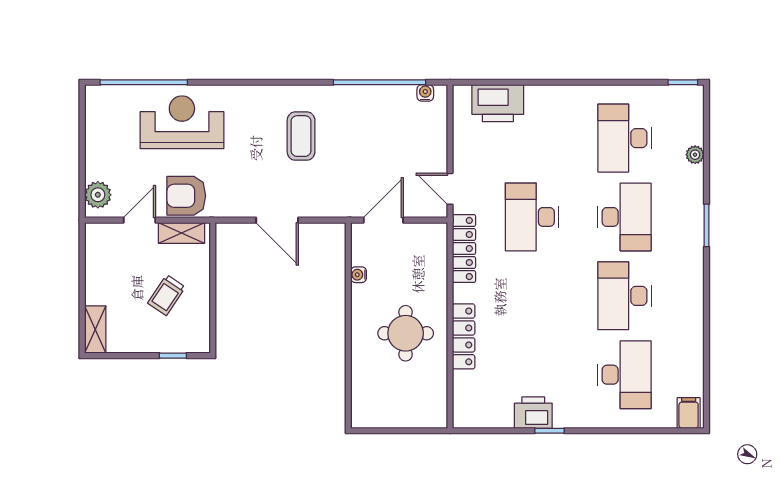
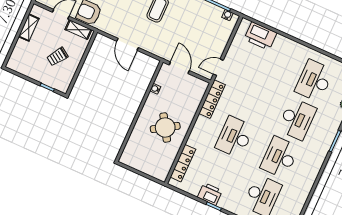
door: (450, 189) -> (218, 67), hinge flipped
desk: (532, 217) -> (235, 137), moved
door: (383, 220) -> (179, 68), hinge flipped
shelving: (95, 330) -> (29, 28), moved
round table: (406, 333) -> (165, 128), turned -32
locker: (464, 336) -> (183, 163), moved

